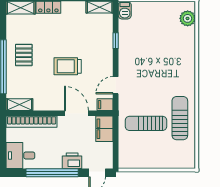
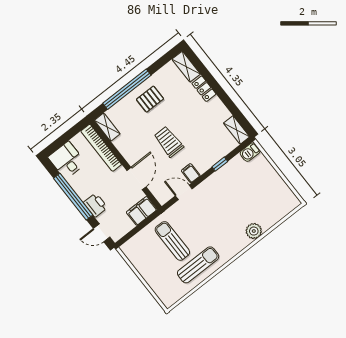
plant: (188, 18) -> (254, 231), moved
filing cabinet: (105, 105) -> (191, 173), moved

